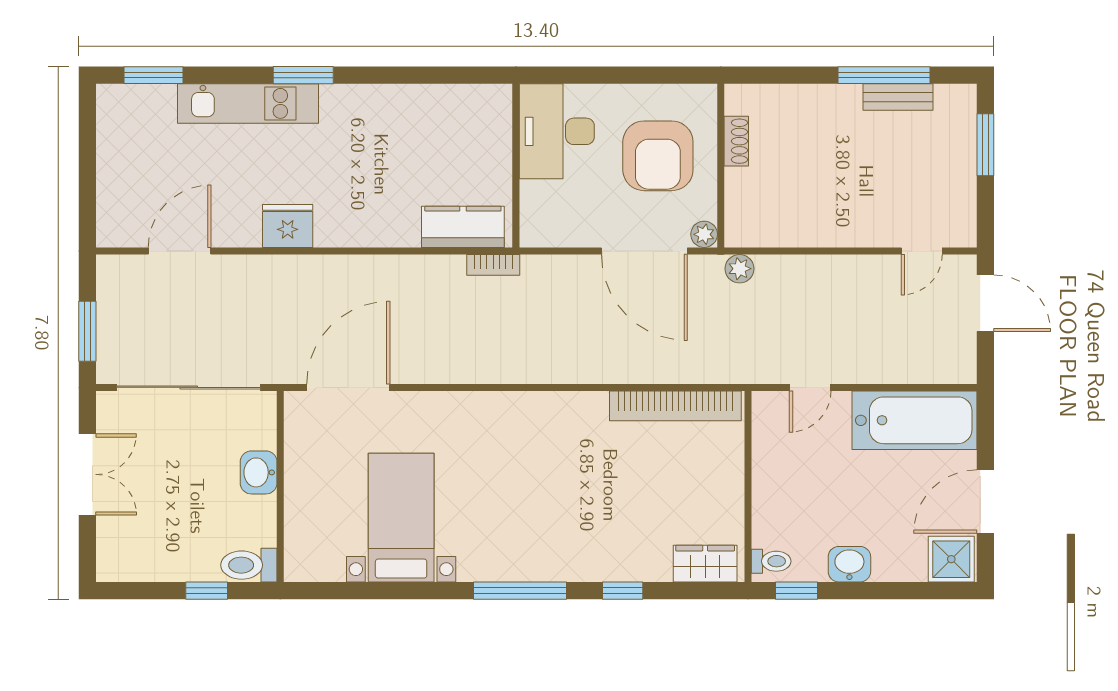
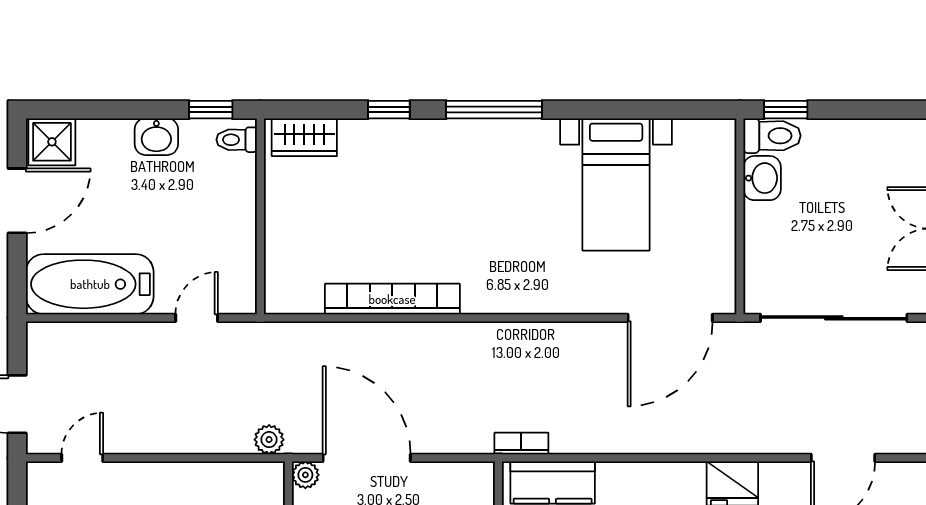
bookcase: (675, 406) -> (392, 299), moved
washbasin: (259, 472) -> (762, 178), moved
window: (207, 591) -> (786, 110), moved

